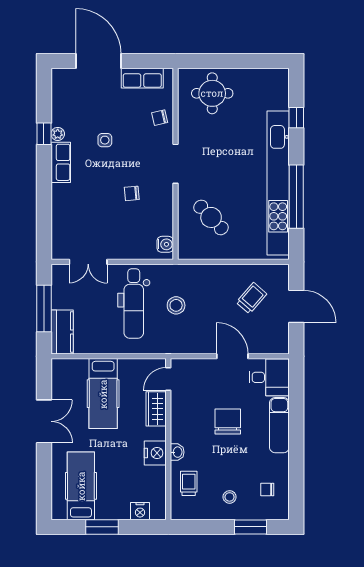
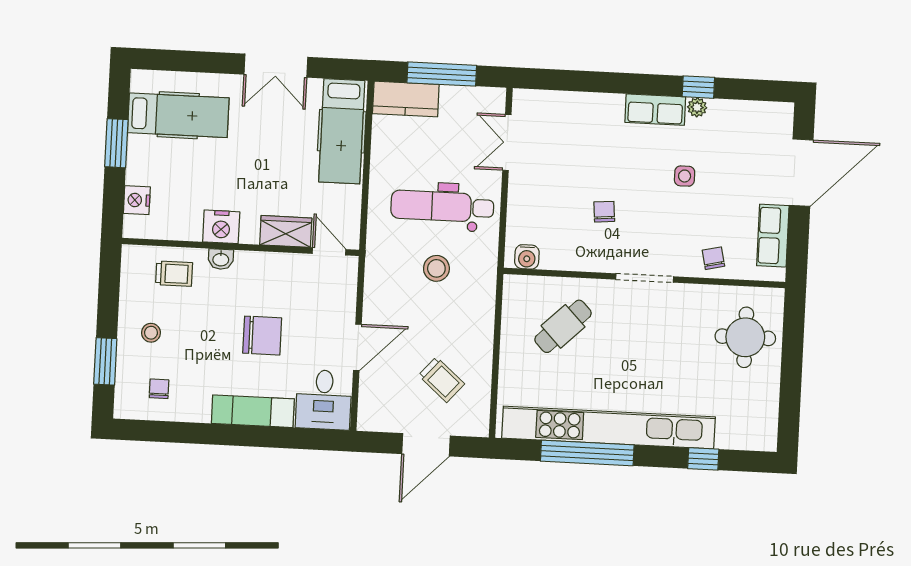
hospital bed: (103, 394) -> (342, 131), moved, turned -90

